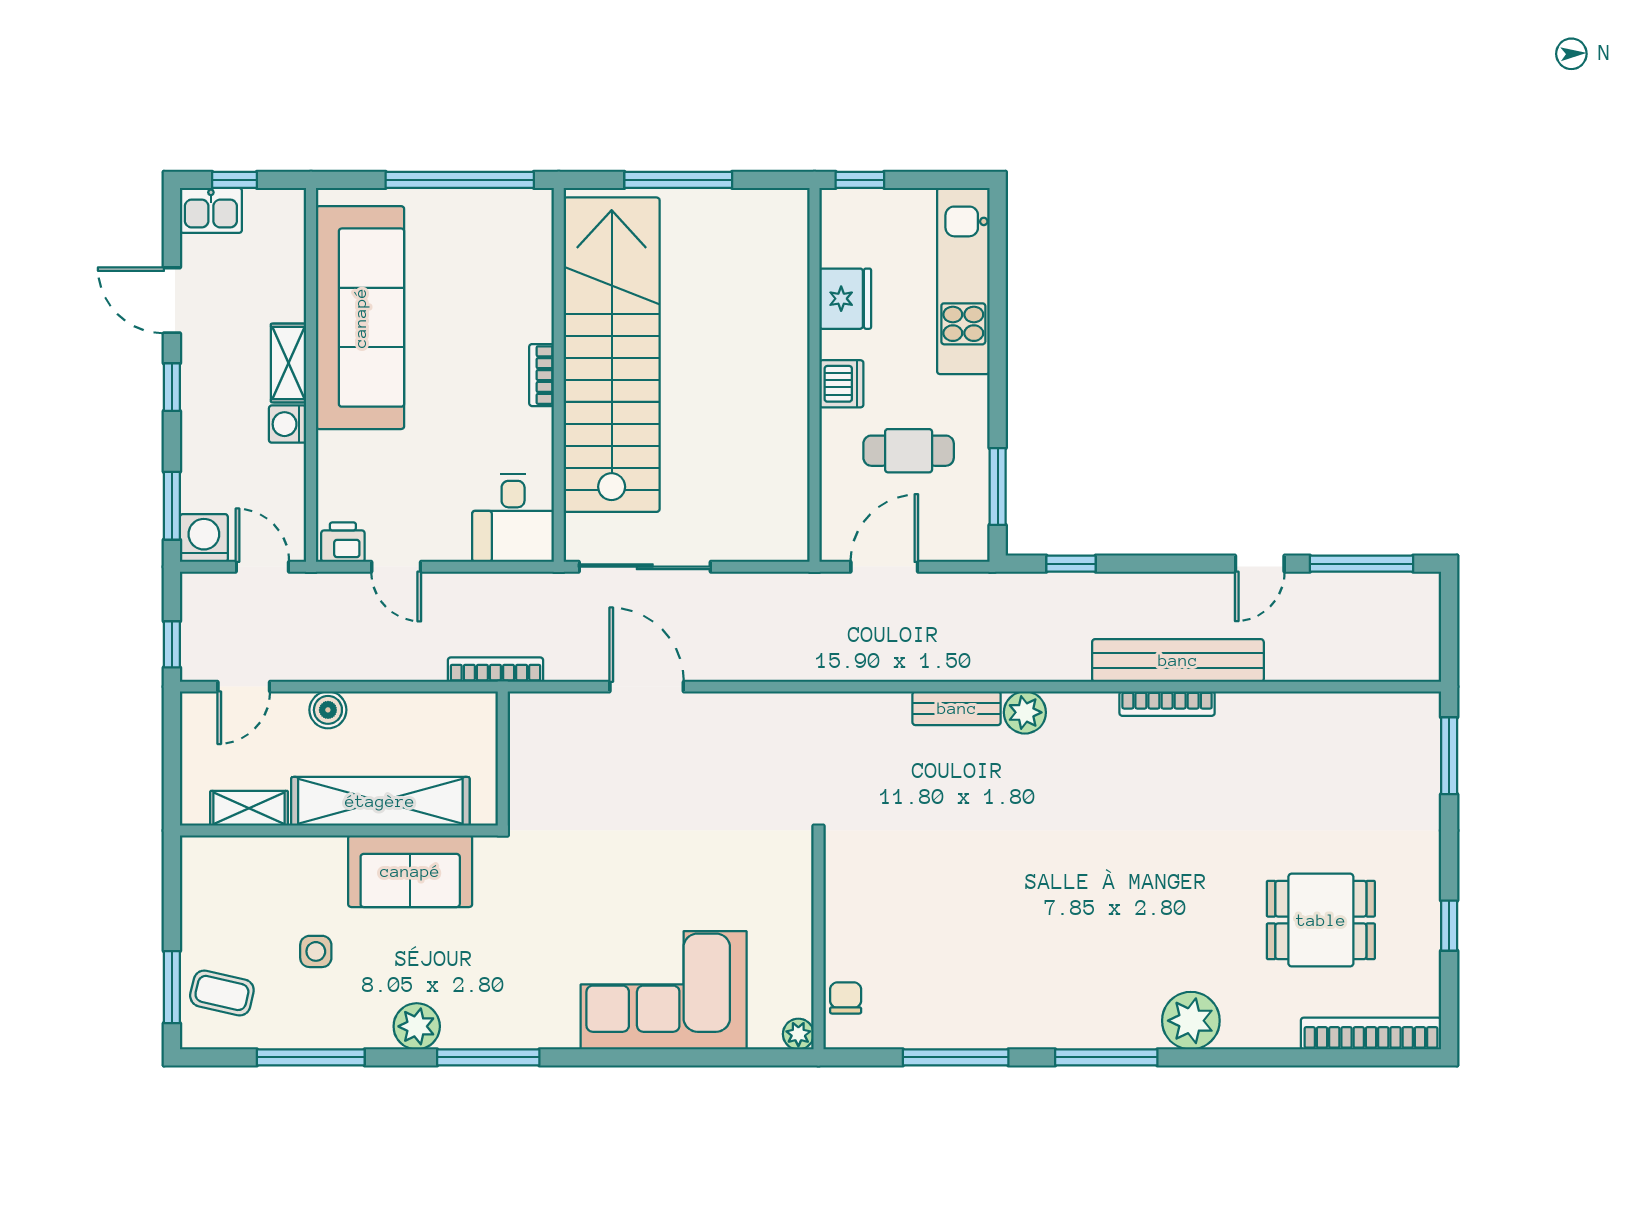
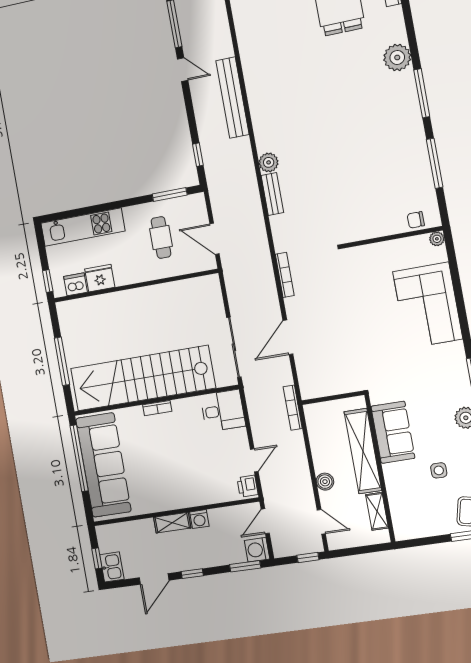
sofa: (360, 318) -> (103, 465), moved, turned 90
dishwasher: (841, 384) -> (76, 284), moved
bookcase: (1167, 704) -> (285, 275), moved

